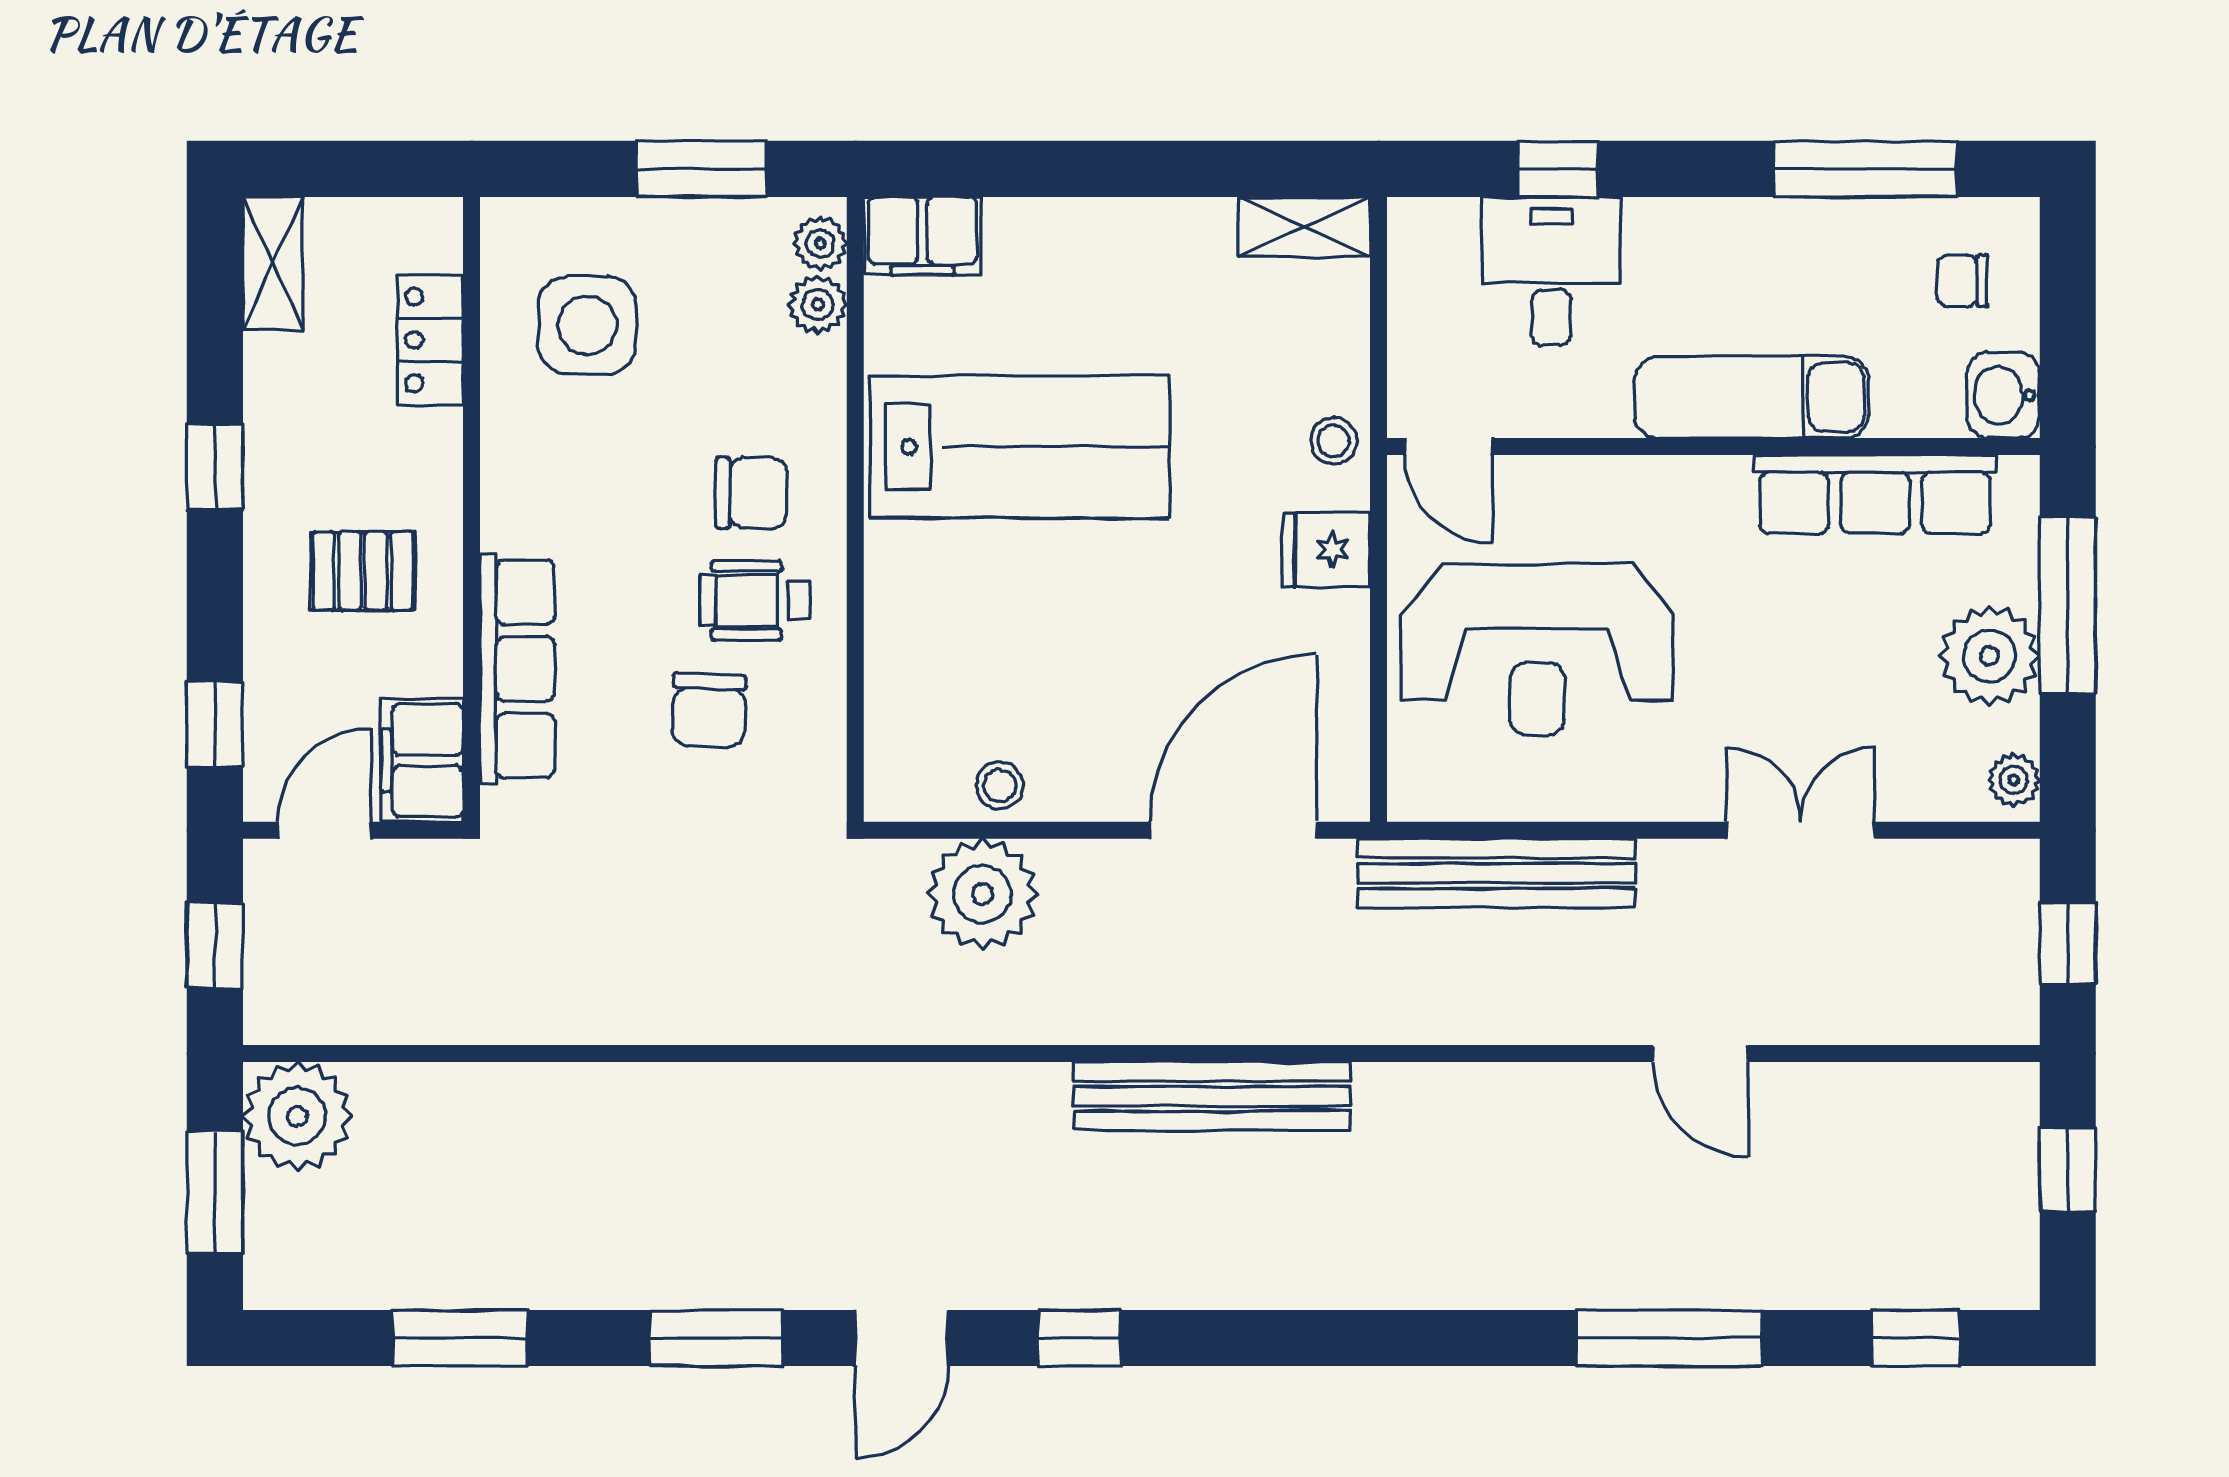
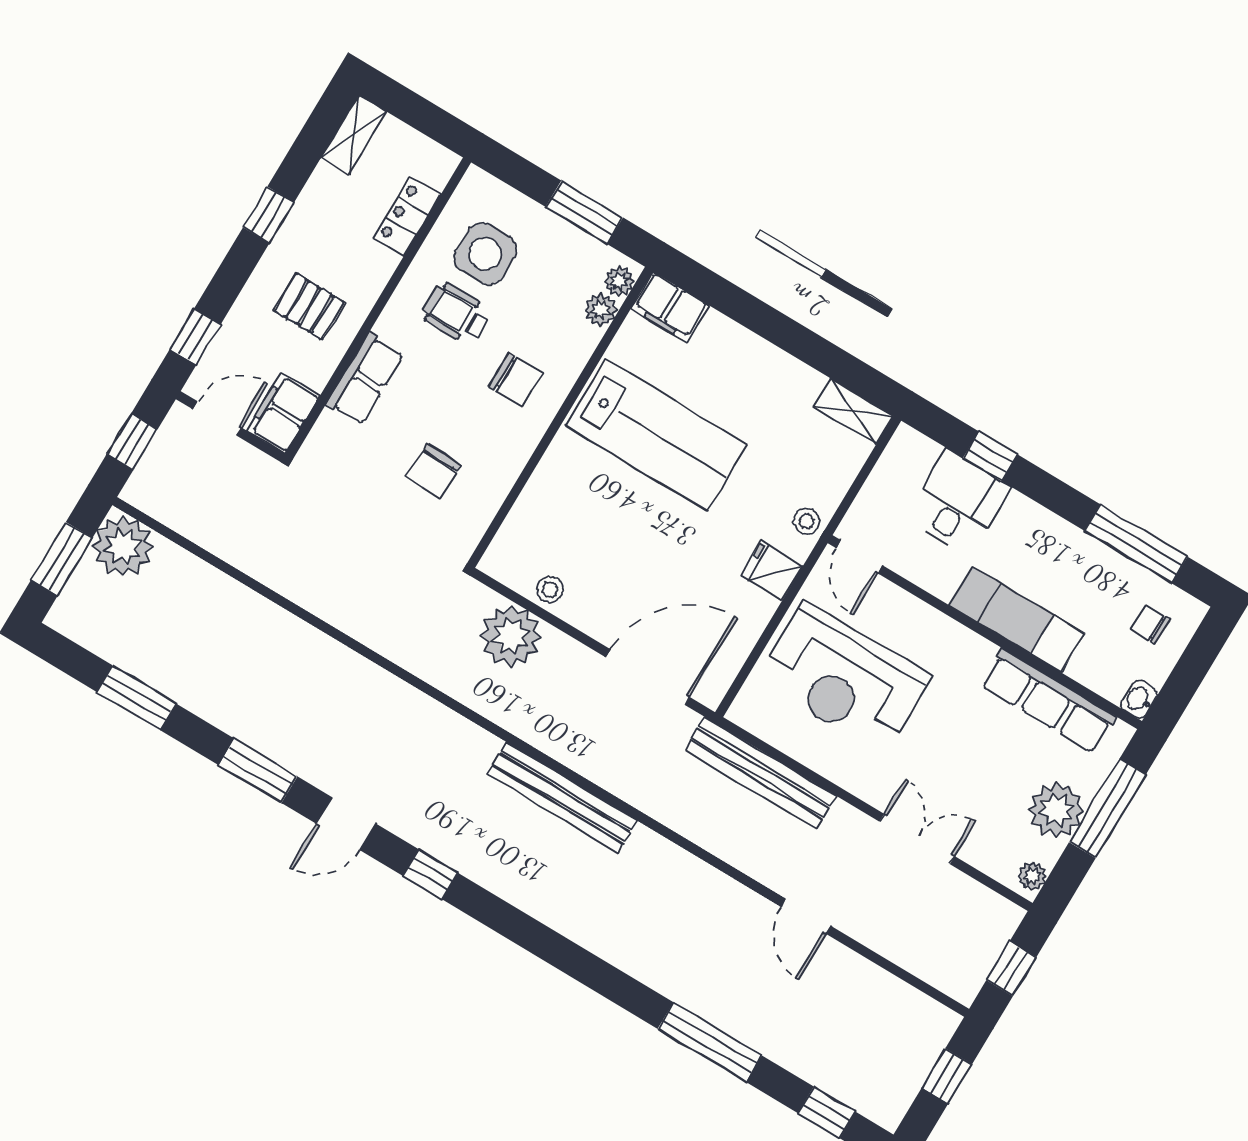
washbasin: (2003, 395) -> (1139, 699), width x0.72, depth x0.69
wheelchair: (755, 600) -> (456, 313), moved
row of seats: (517, 669) -> (365, 379), width x0.68

